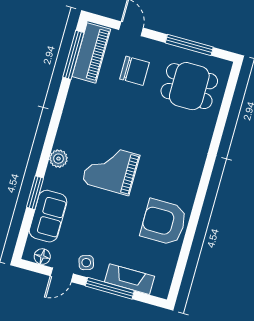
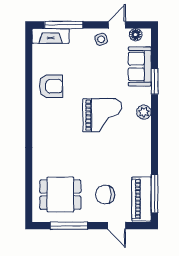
armchair: (164, 222) -> (51, 86), width x0.73, depth x0.73
fireplace: (129, 279) -> (51, 36), moved
window: (110, 288) -> (64, 25), moved

